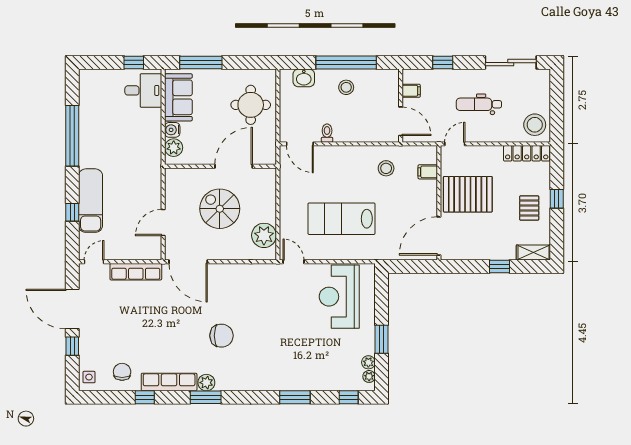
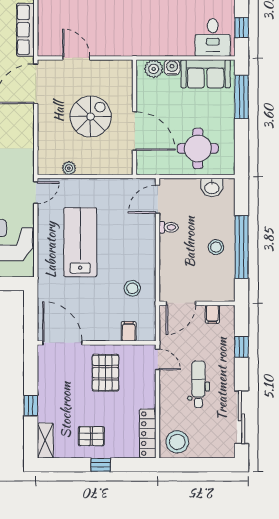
washbasin: (304, 78) -> (212, 187), moved, turned -90
pallet: (468, 194) -> (106, 373), width x0.73, depth x0.71
plant: (264, 235) -> (69, 168), width x0.53, depth x0.53

